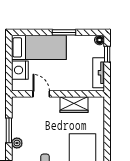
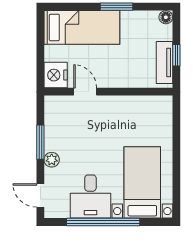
window: (107, 54) -> (176, 55), moved
nightstand: (20, 70) -> (56, 75), moved
wardrobe: (74, 105) -> (131, 107), removed

